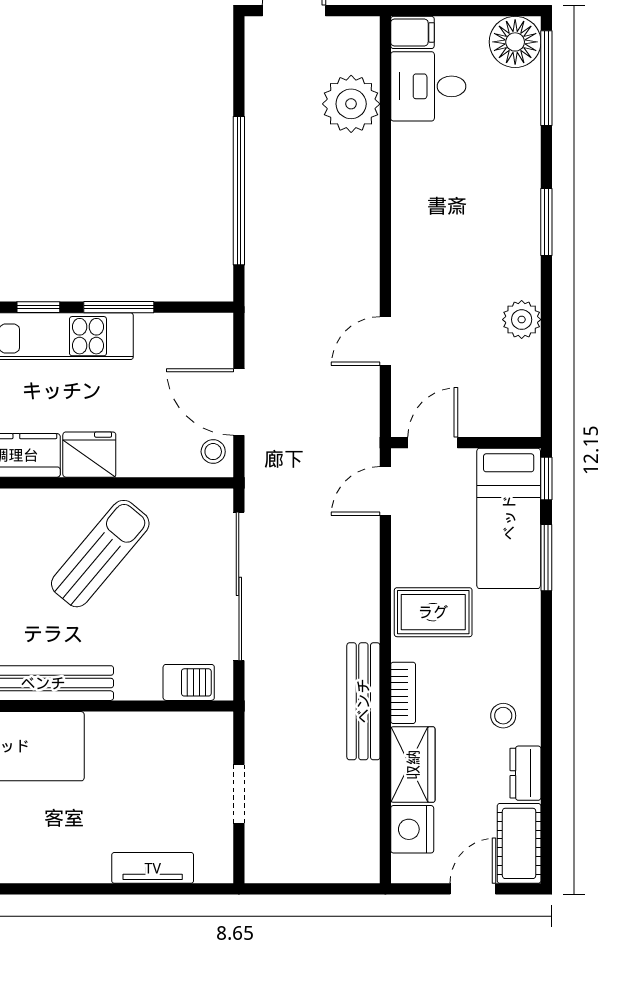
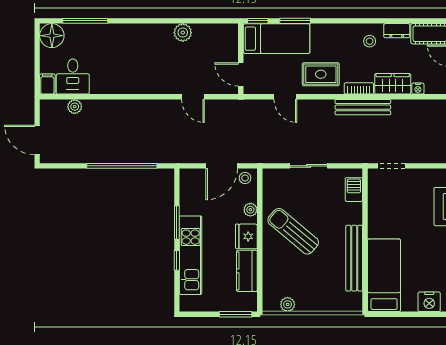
window: (546, 78) -> (85, 21), moved
plant: (351, 104) -> (75, 107), width x0.53, depth x0.53
window: (546, 222) -> (137, 21), removed
plant: (146, 463) -> (250, 210), added
door: (385, 491) -> (285, 97), moved
sliding door: (239, 586) -> (309, 166), width x0.54
rug: (433, 612) -> (321, 74), turned 90
doorway: (239, 794) -> (391, 166), moved
nightstand: (412, 829) -> (418, 89), width x0.53, depth x0.56

